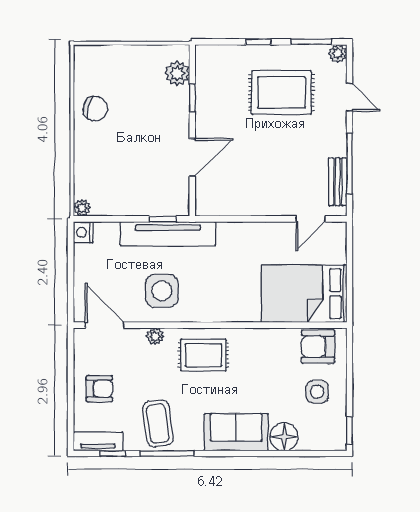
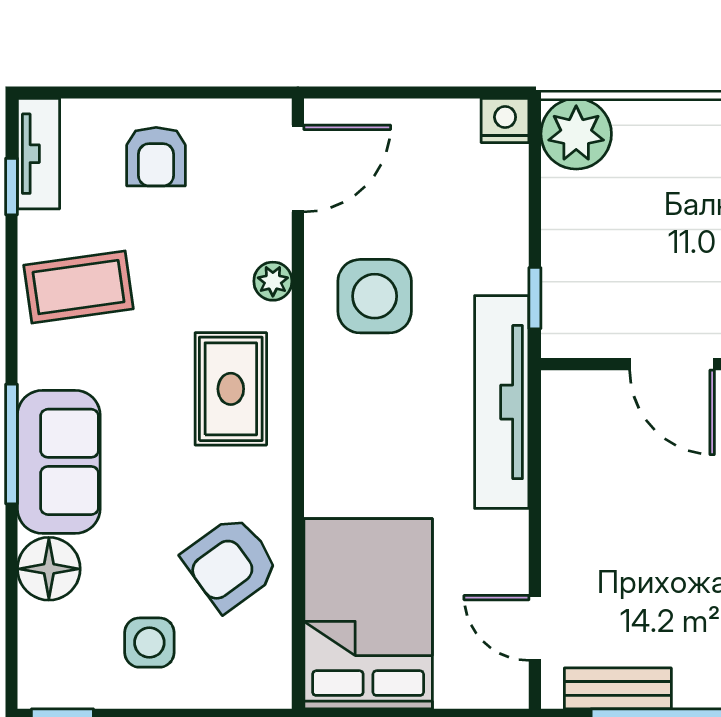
plant: (82, 208) -> (576, 134), width x1.88, depth x1.88
tv unit: (168, 234) -> (502, 402), moved
armchair: (318, 347) -> (231, 564), moved, turned -126
window: (167, 453) -> (12, 444), moved

